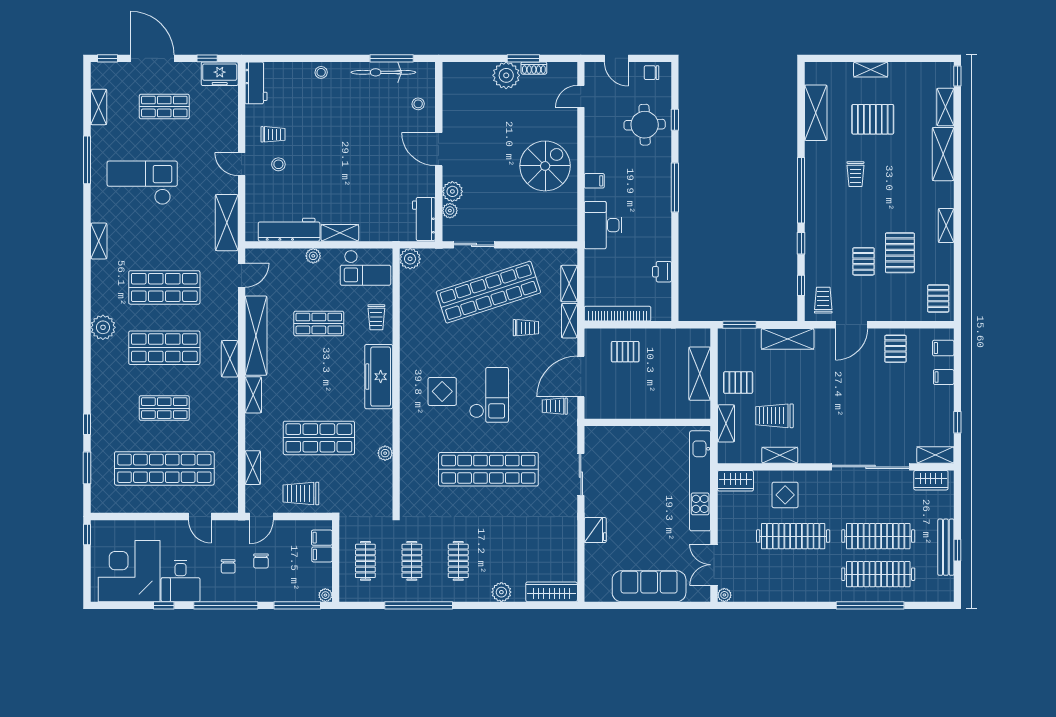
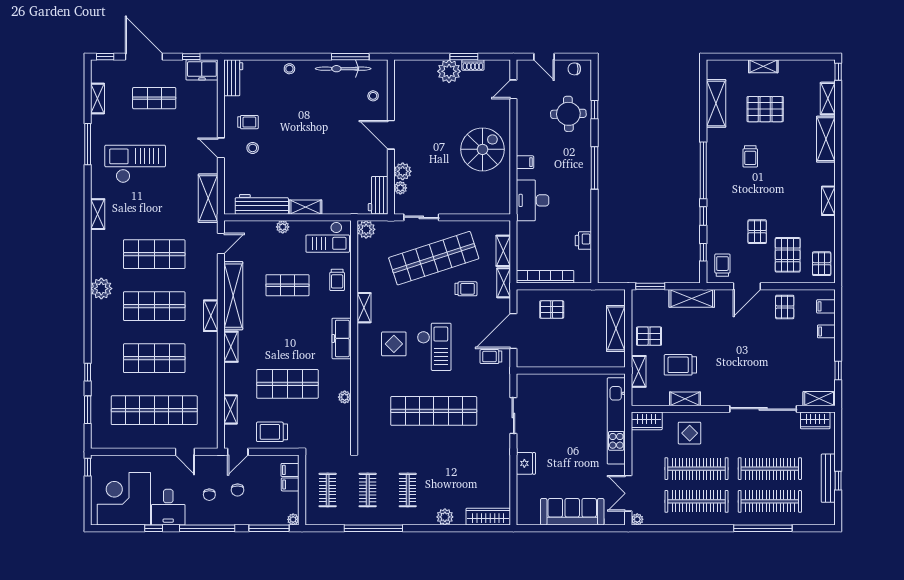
pallet: (900, 253) -> (788, 255), moved
shelving: (408, 349) -> (364, 308), added
freezer: (379, 377) -> (342, 338), width x0.73, depth x0.79
shop shelf: (164, 408) -> (154, 358), width x1.43, depth x1.36
clothes rail: (793, 574) -> (696, 501), added

